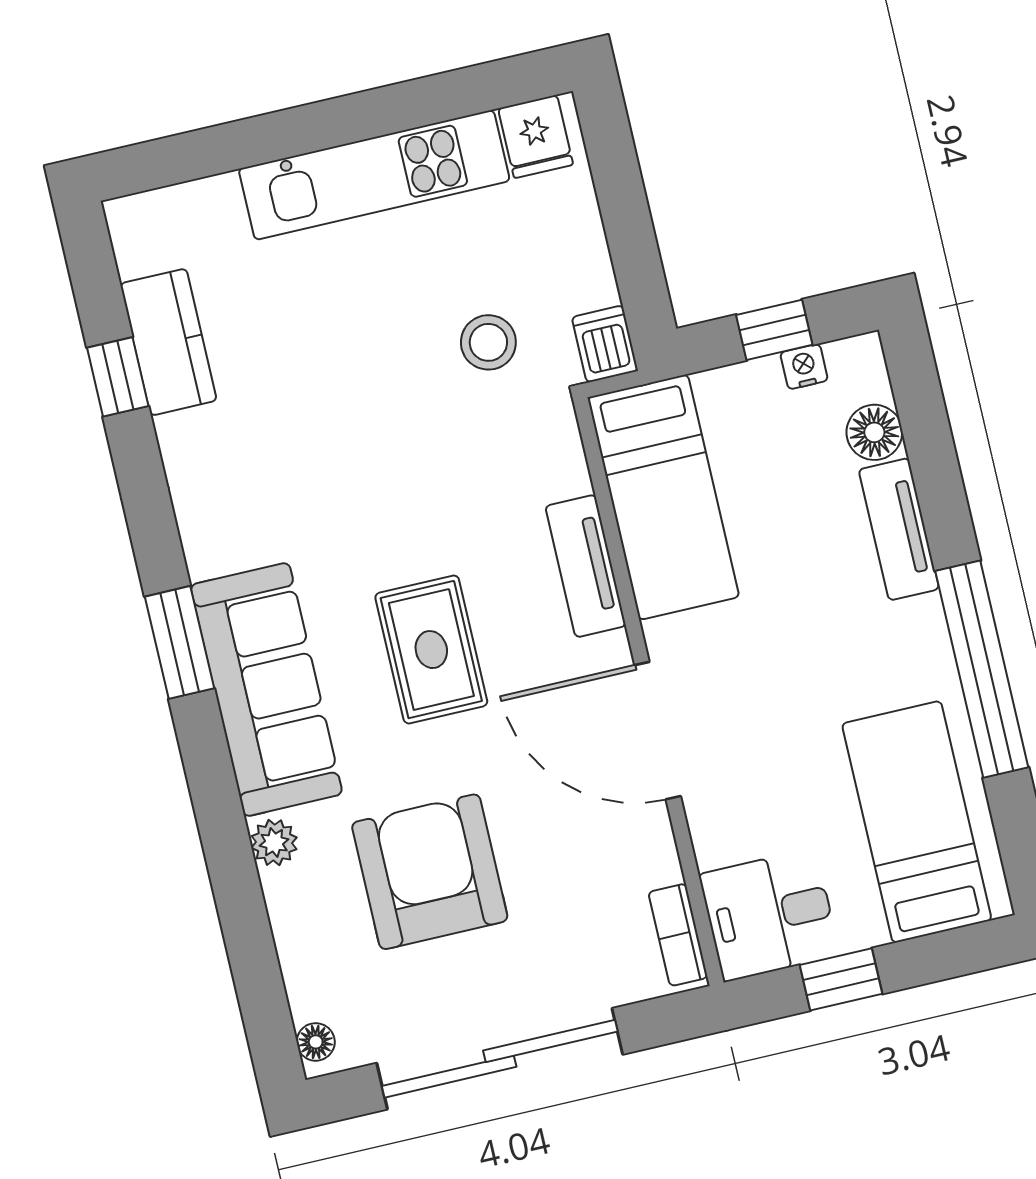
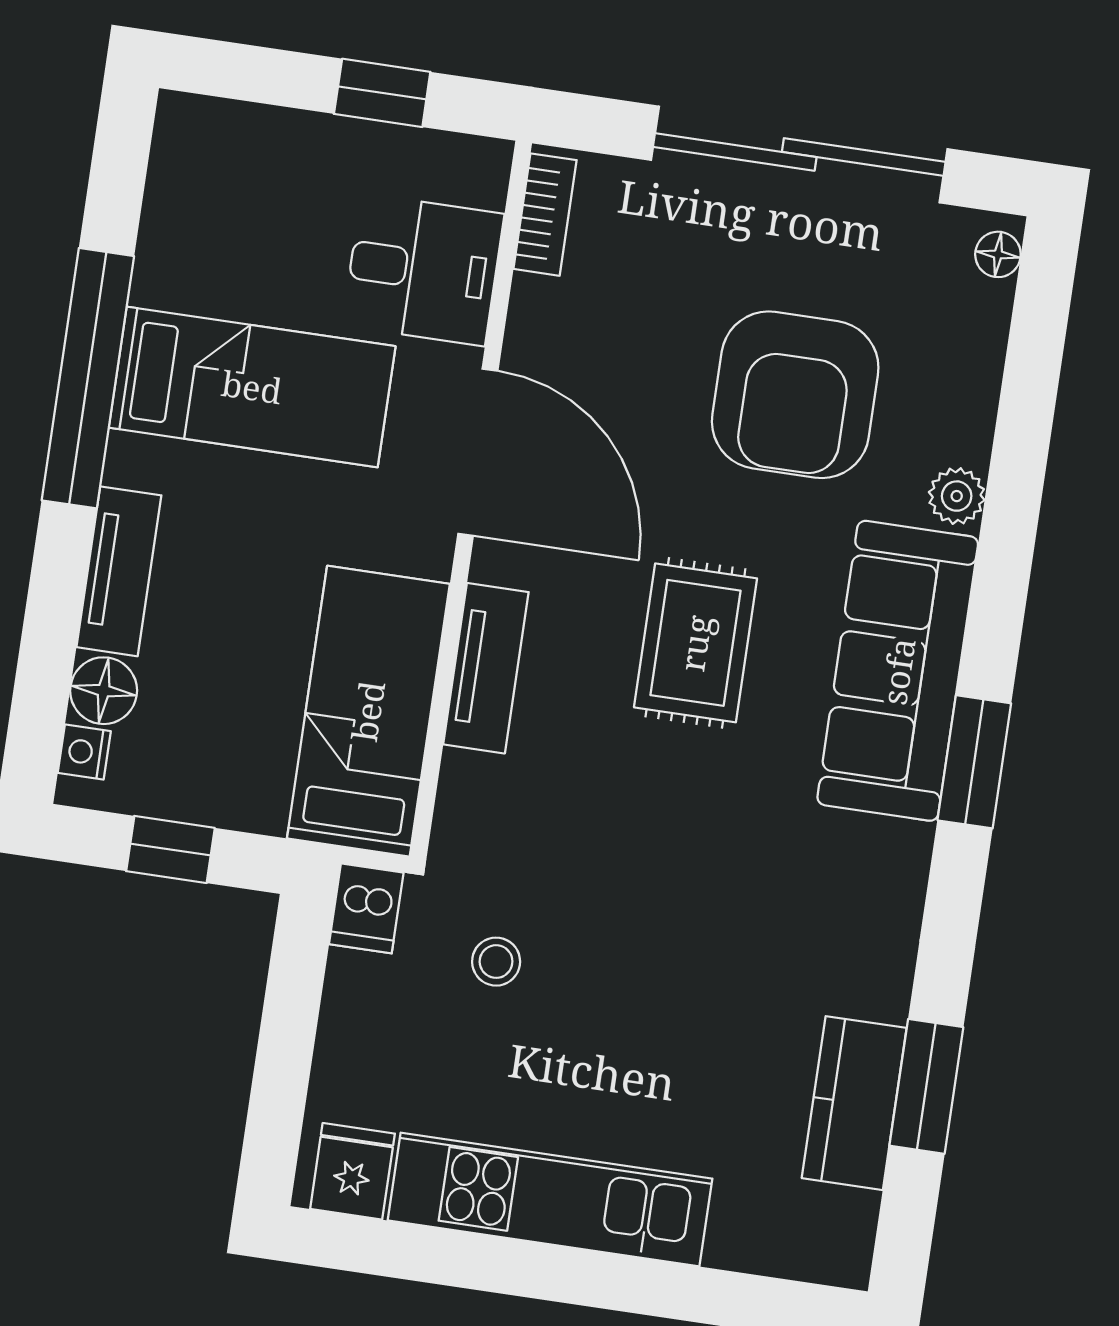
stool: (488, 342) -> (496, 962), width x0.73, depth x0.73
nightstand: (804, 367) -> (84, 752), moved, turned 90
window: (118, 377) -> (926, 1086), width x1.50
bed: (917, 822) -> (252, 387), moved, turned -90
desk: (769, 915) -> (423, 270), moved

